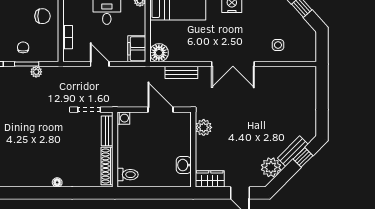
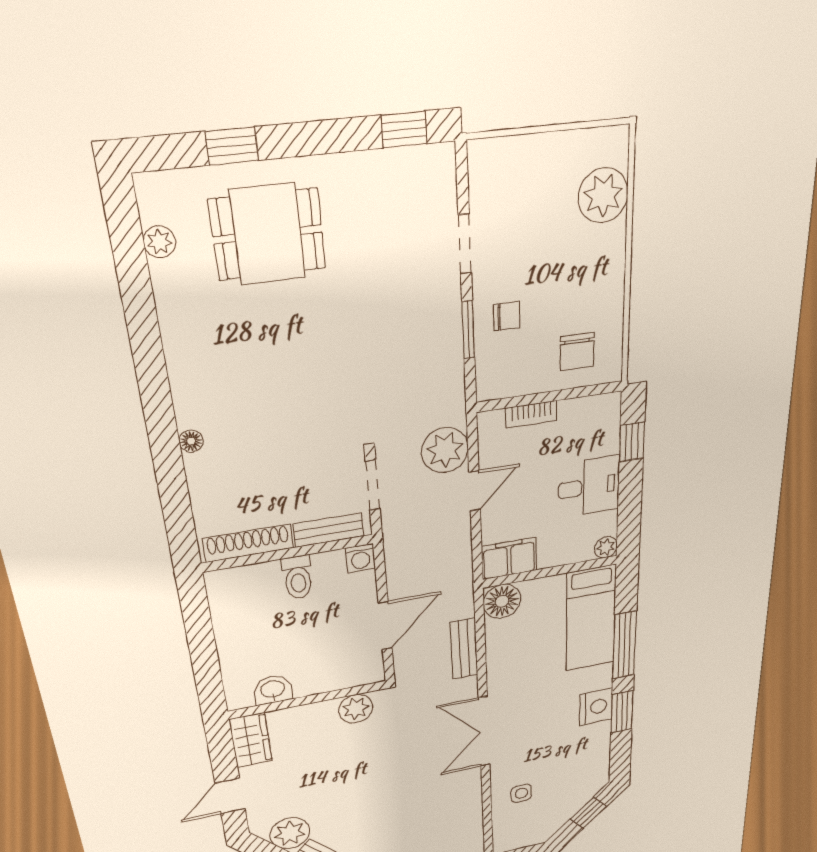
plant: (36, 72) -> (445, 450), moved, width x1.87, depth x1.87
toilet: (128, 175) -> (298, 577), moved

